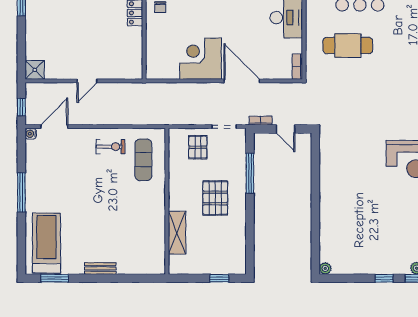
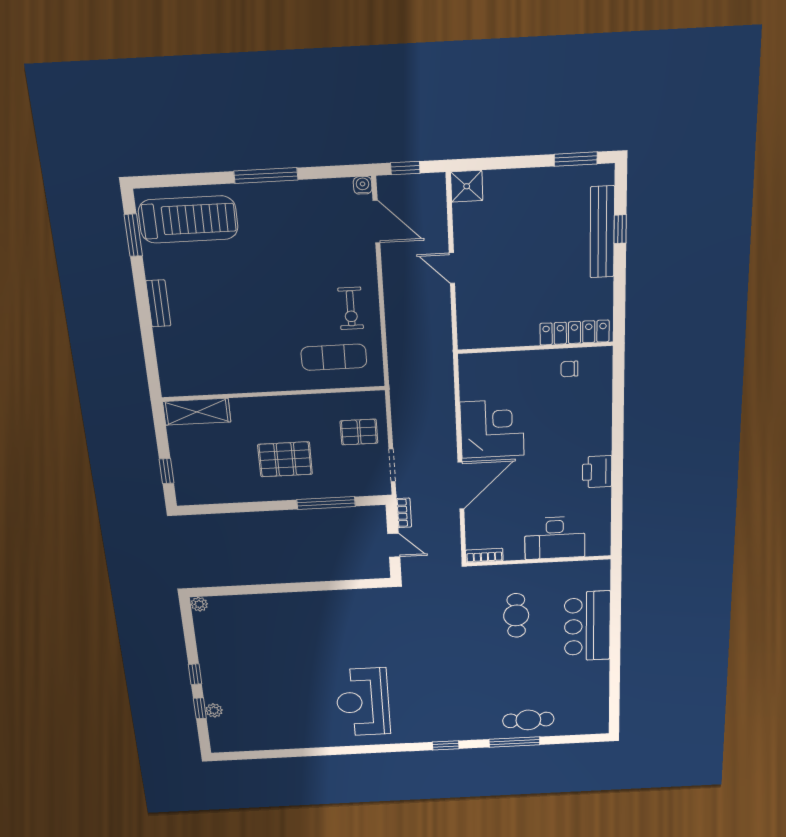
cafe table: (348, 46) -> (516, 615), width x0.73, depth x0.74
door: (286, 129) -> (394, 545), swing flipped
shelving: (177, 233) -> (197, 412), moved

